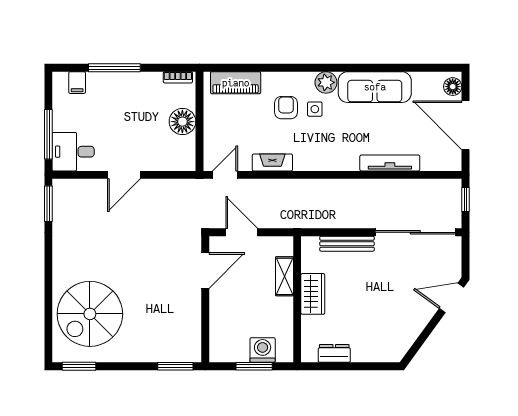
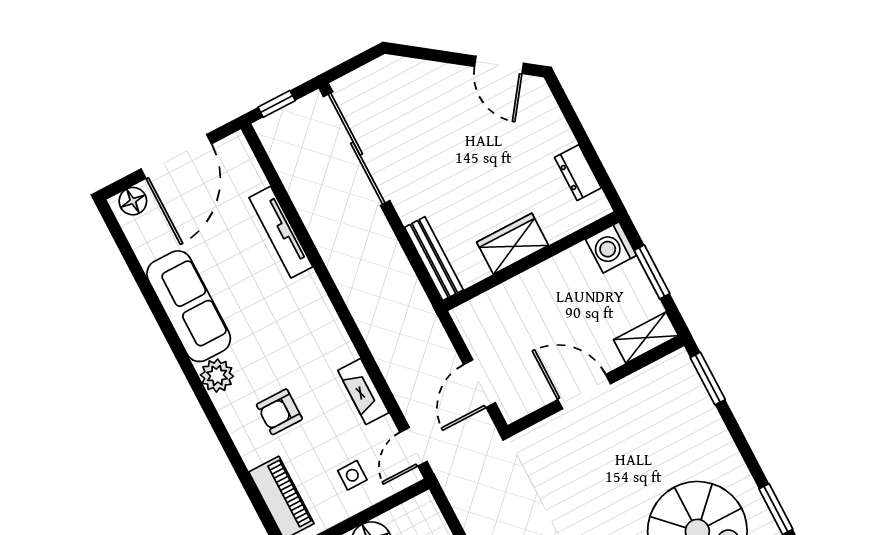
side table: (315, 109) -> (352, 475), moved
door: (225, 175) -> (414, 447), hinge flipped
bench: (347, 244) -> (434, 259), moved
door: (205, 271) -> (584, 392), moved
shelving: (284, 276) -> (646, 338), moved
door: (452, 298) -> (499, 65), moved
washing machine: (263, 350) -> (611, 247), moved

